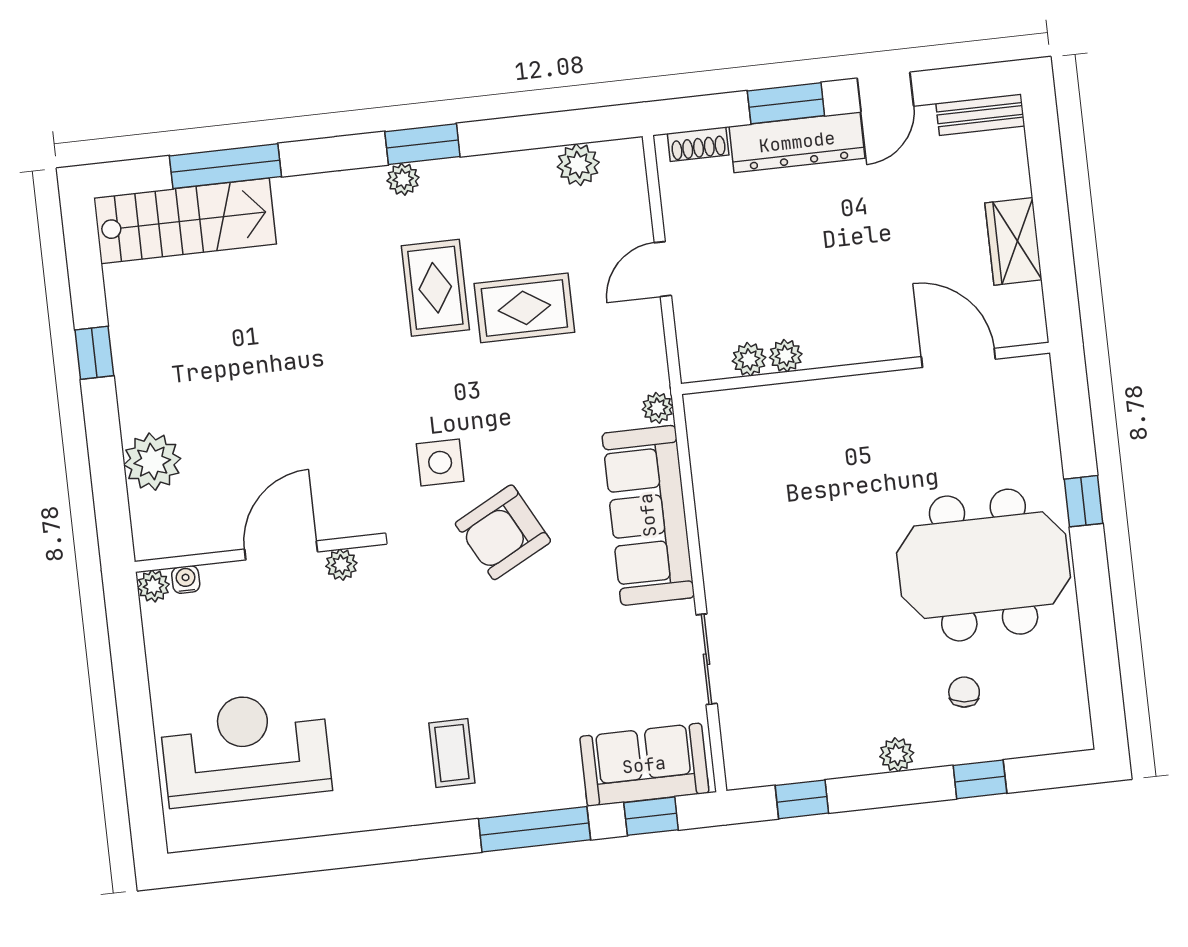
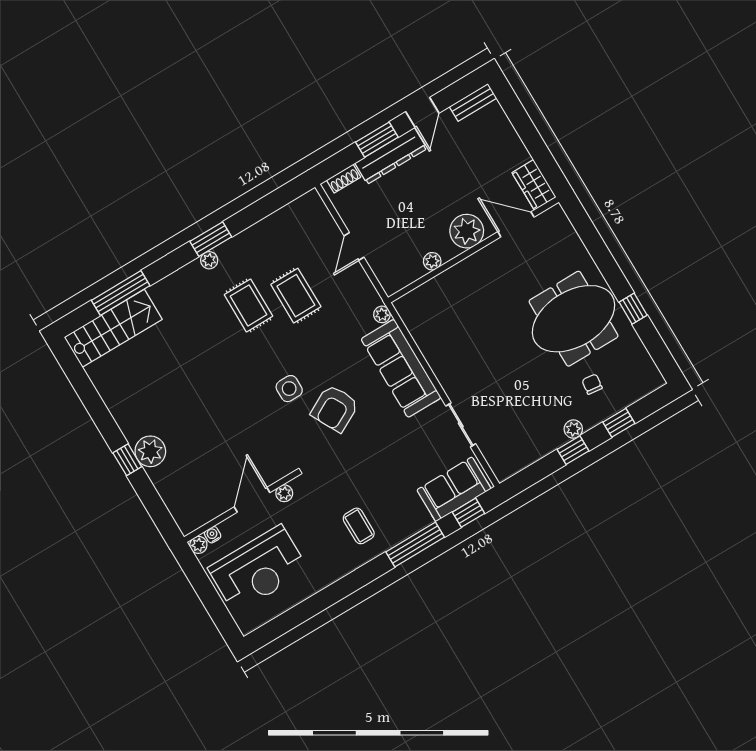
plant: (578, 165) -> (290, 215), removed
wardrobe: (1013, 241) -> (534, 185), moved
rug: (524, 308) -> (296, 296), turned 90
window: (94, 353) -> (127, 460), moved
plant: (749, 359) -> (467, 231), moved, width x1.87, depth x1.87
window: (1083, 501) -> (633, 309), moved
door: (281, 550) -> (252, 500), moved
wall: (255, 553) -> (240, 507), moved
plant: (341, 565) -> (284, 493), moved
water cooler: (186, 580) -> (213, 535), moved
plant: (153, 586) -> (198, 545), moved
reception desk: (245, 748) -> (258, 569), turned 180
window: (802, 799) -> (573, 450), moved

